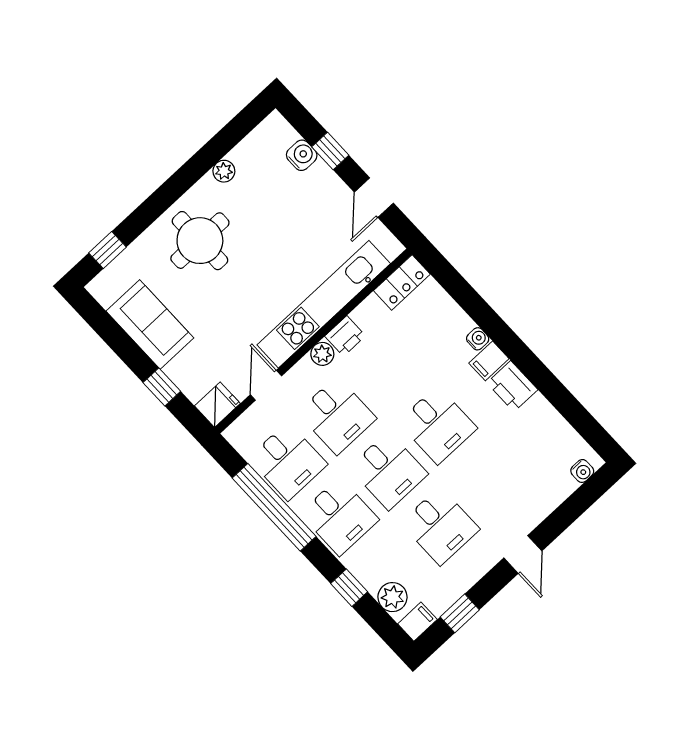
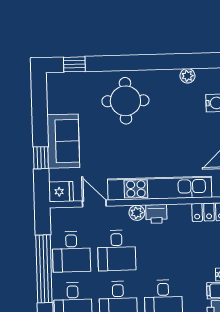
plant: (224, 171) -> (187, 76), moved
sofa: (150, 324) -> (63, 141), moved
door: (266, 385) -> (94, 203), hinge flipped

